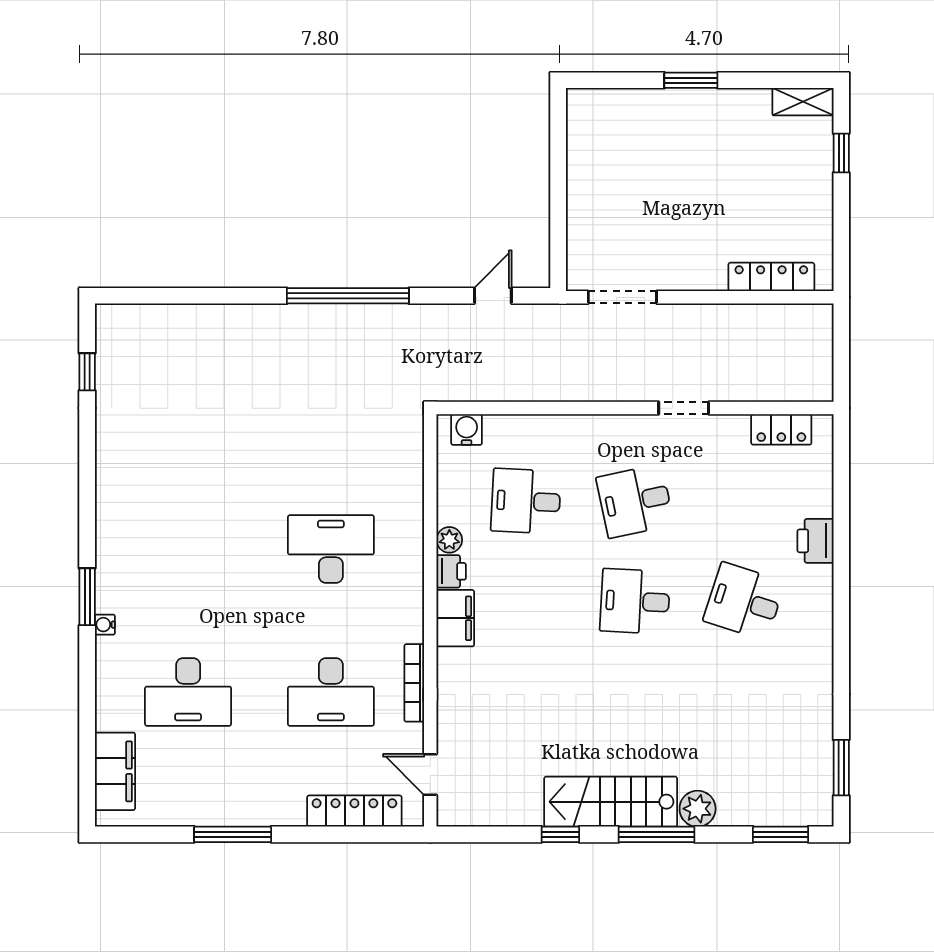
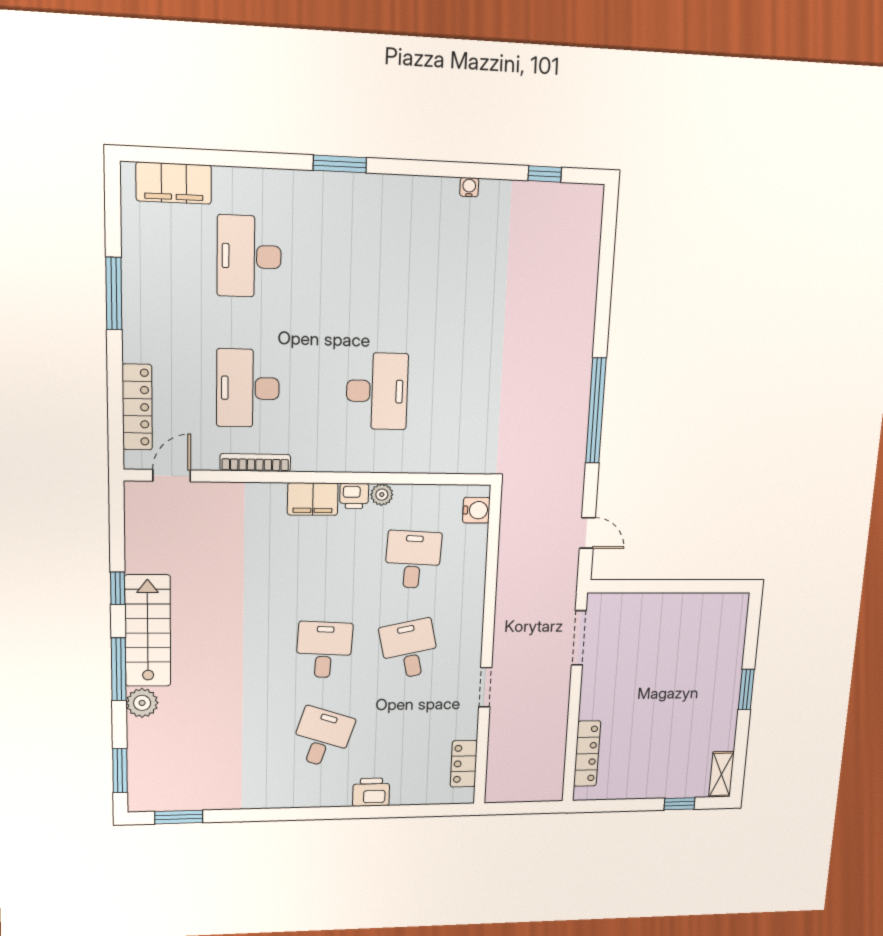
water cooler: (105, 625) -> (469, 187), moved

